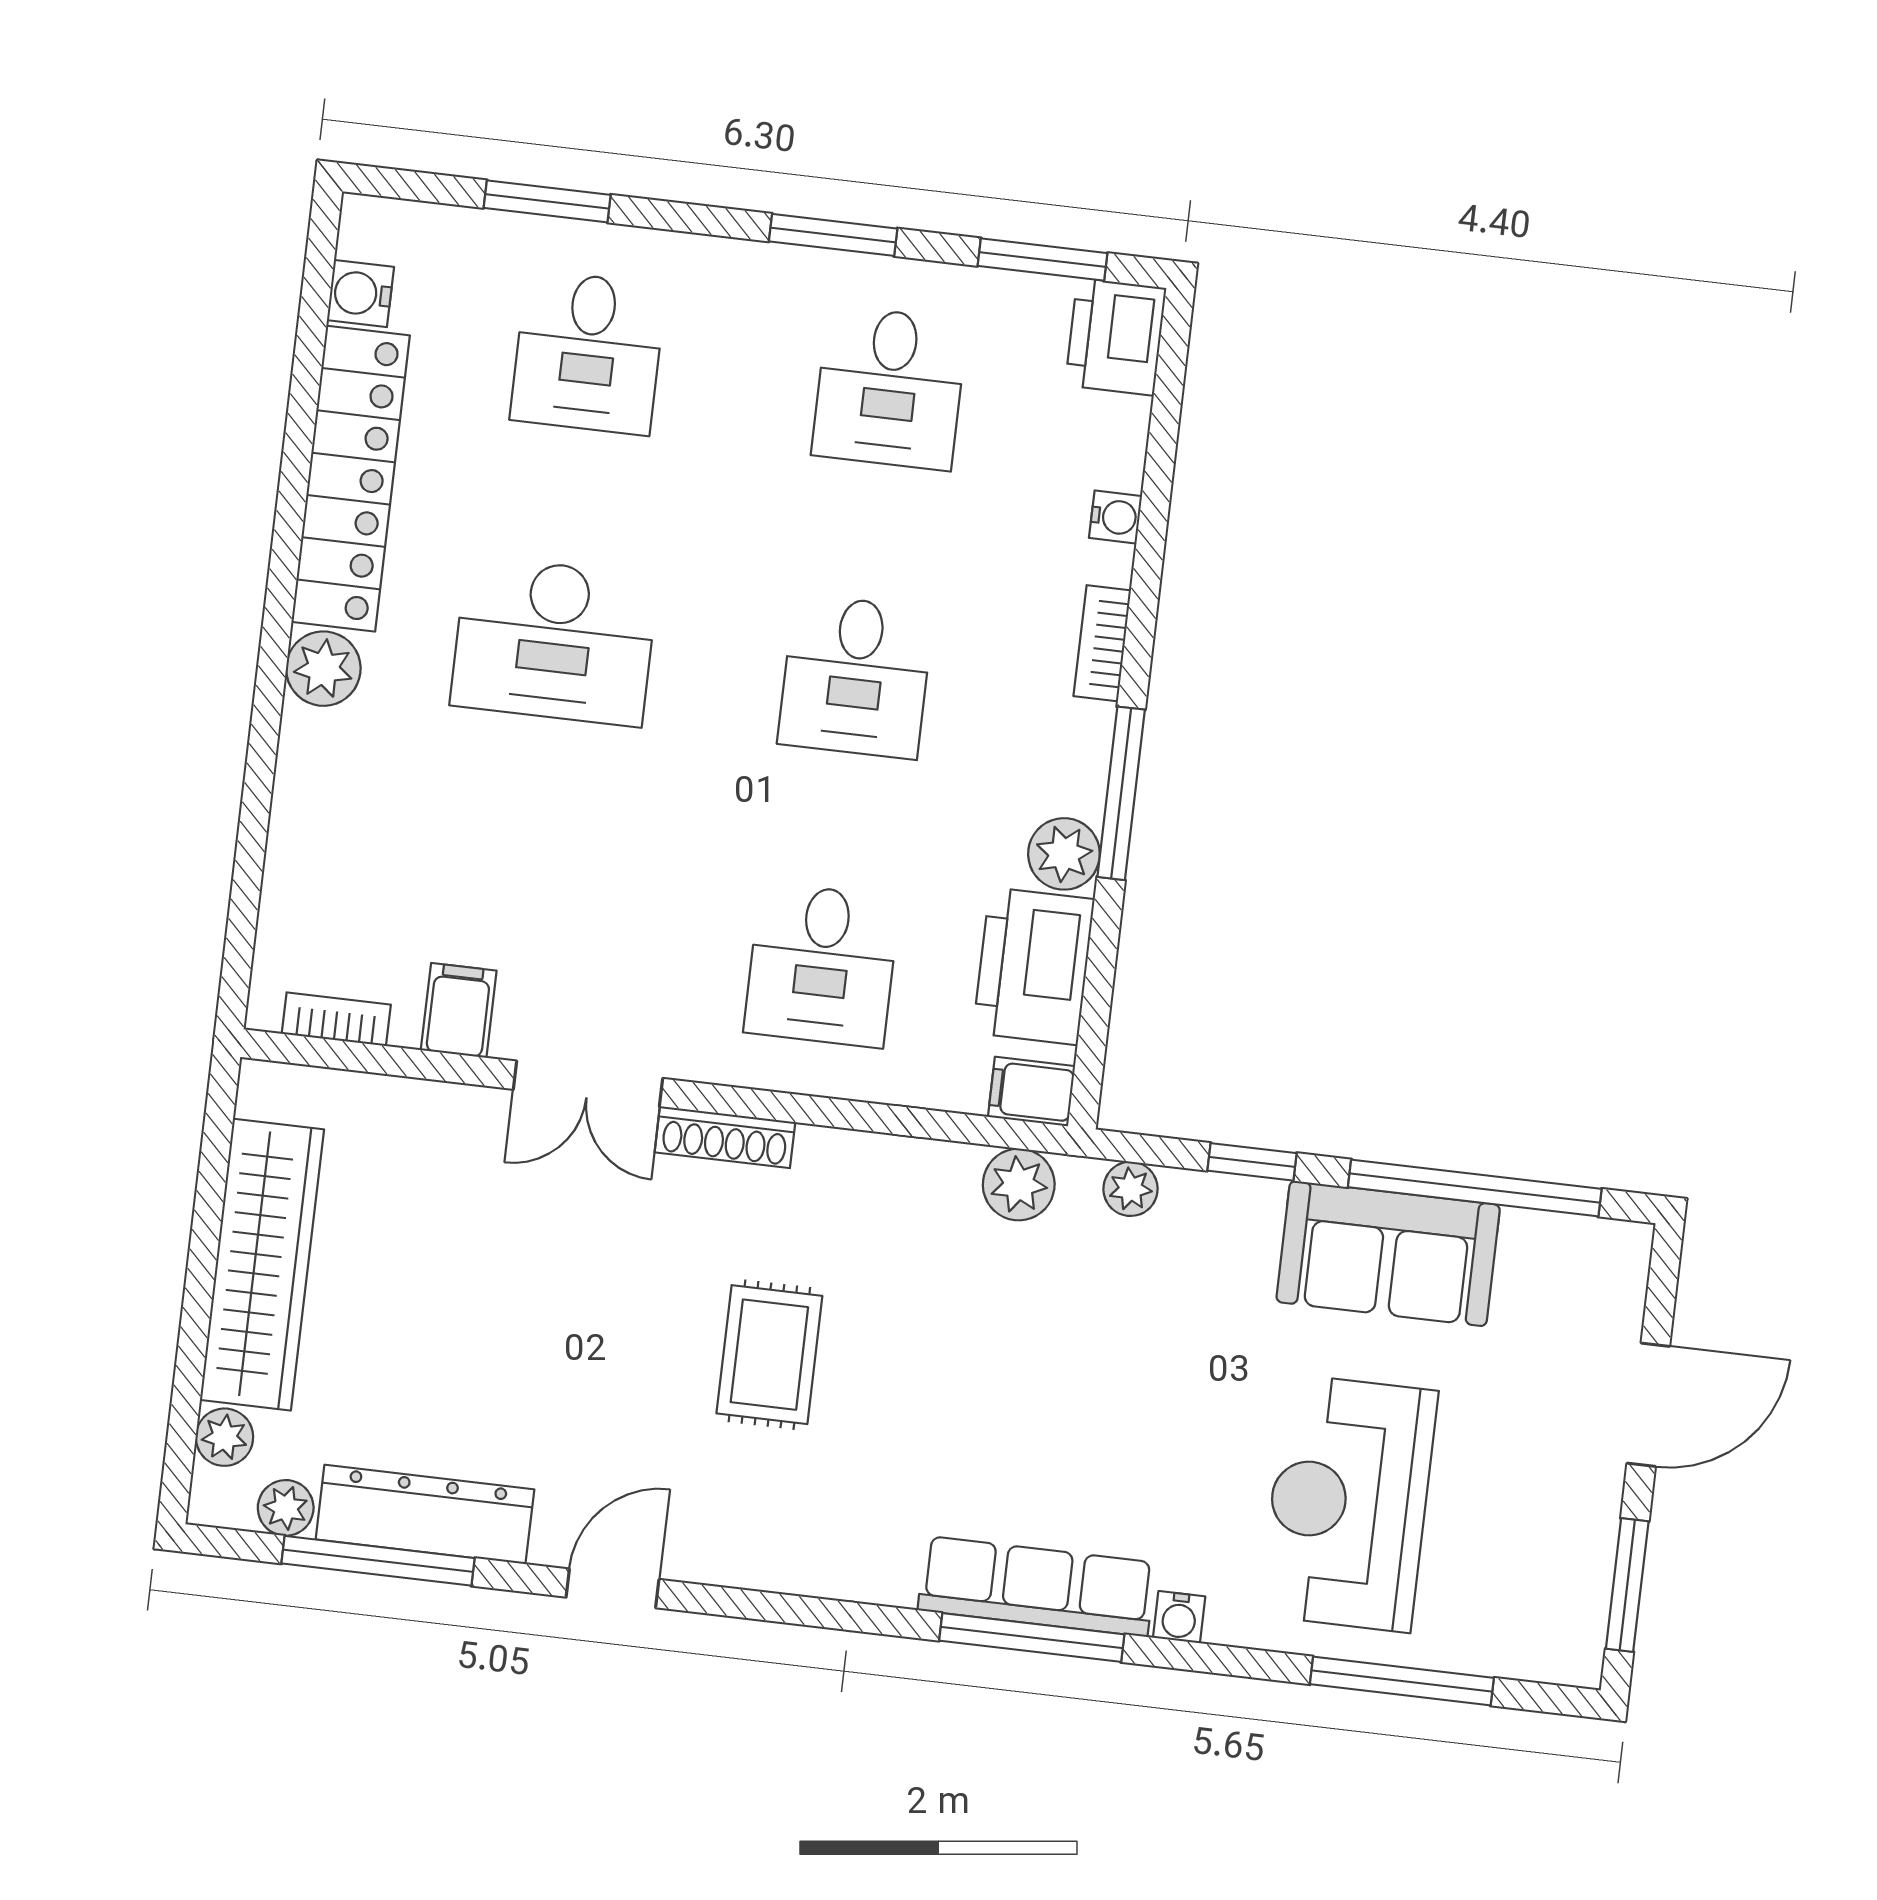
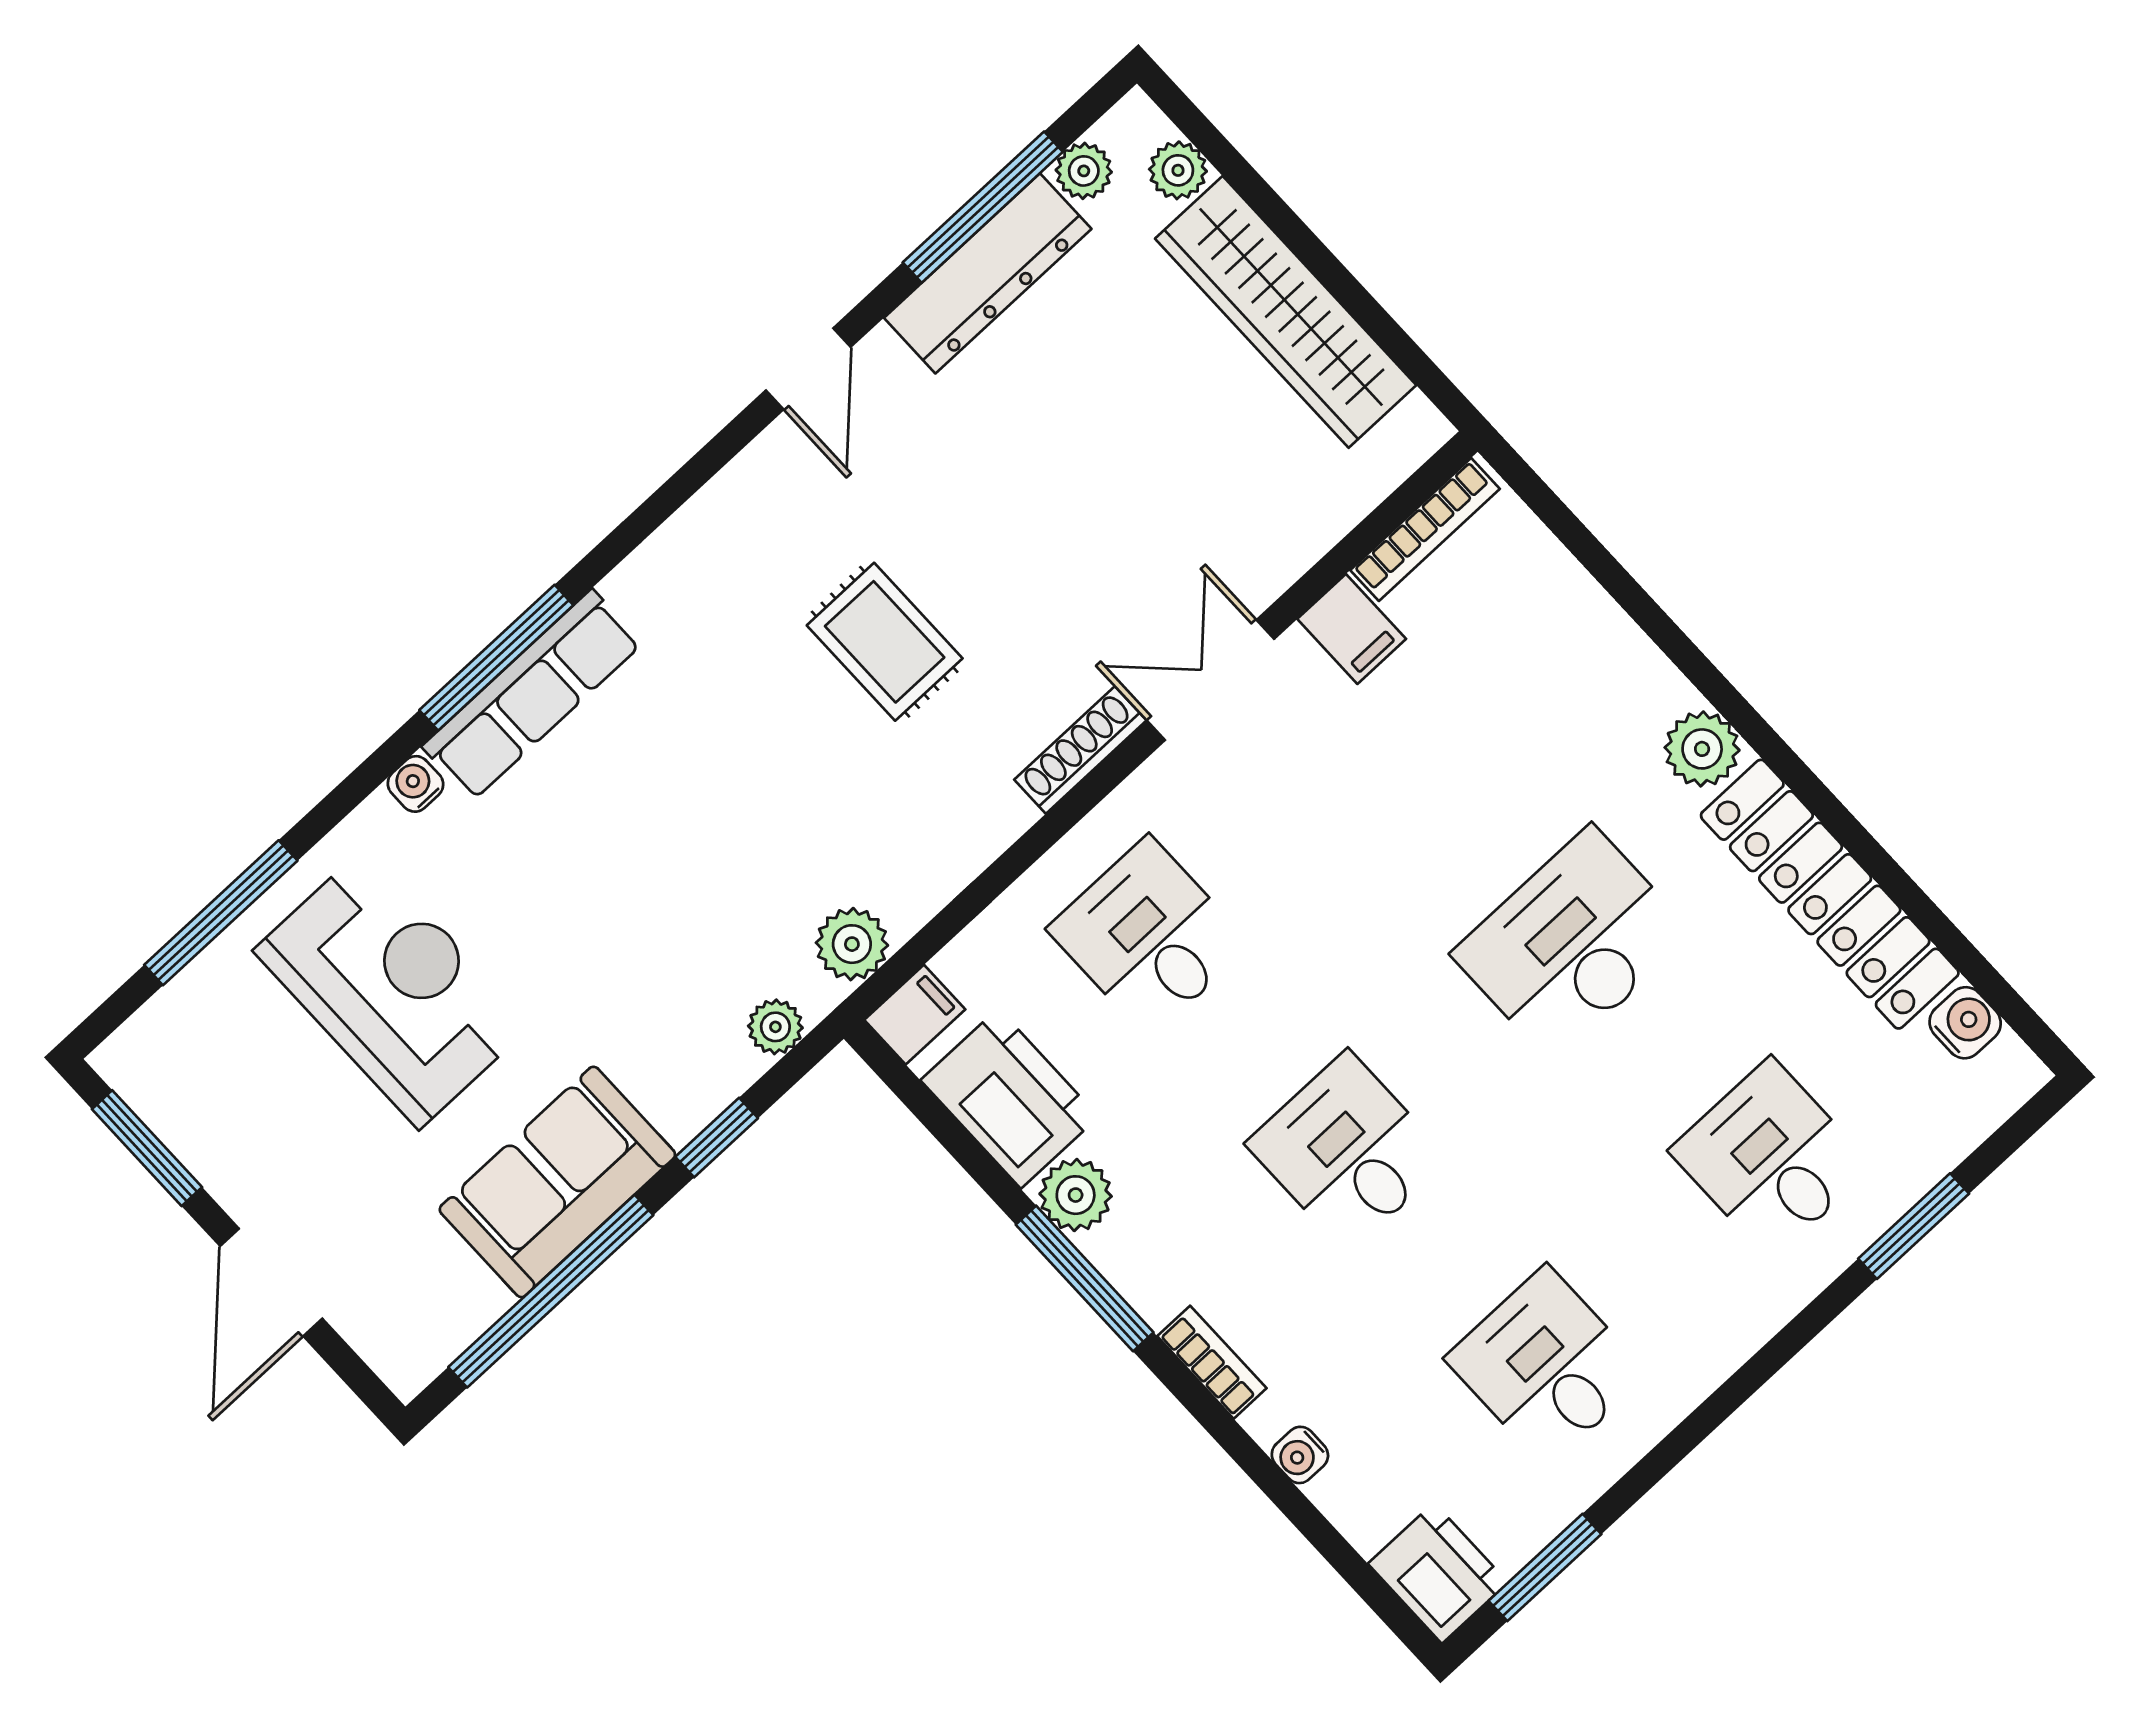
window: (833, 235) -> (1701, 1423), removed
bookcase: (336, 1019) -> (1425, 529), width x1.56

